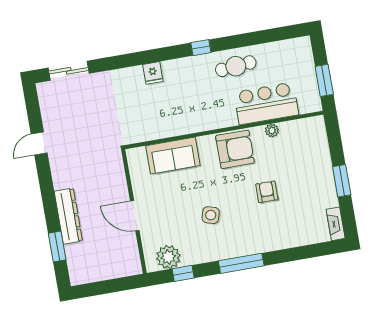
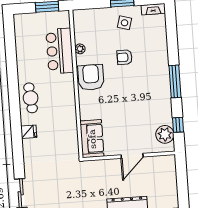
window: (201, 48) -> (14, 95), removed
cafe table: (236, 66) -> (31, 98), moved
sofa: (173, 156) -> (92, 139), moved
side table: (211, 215) -> (125, 23), moved

